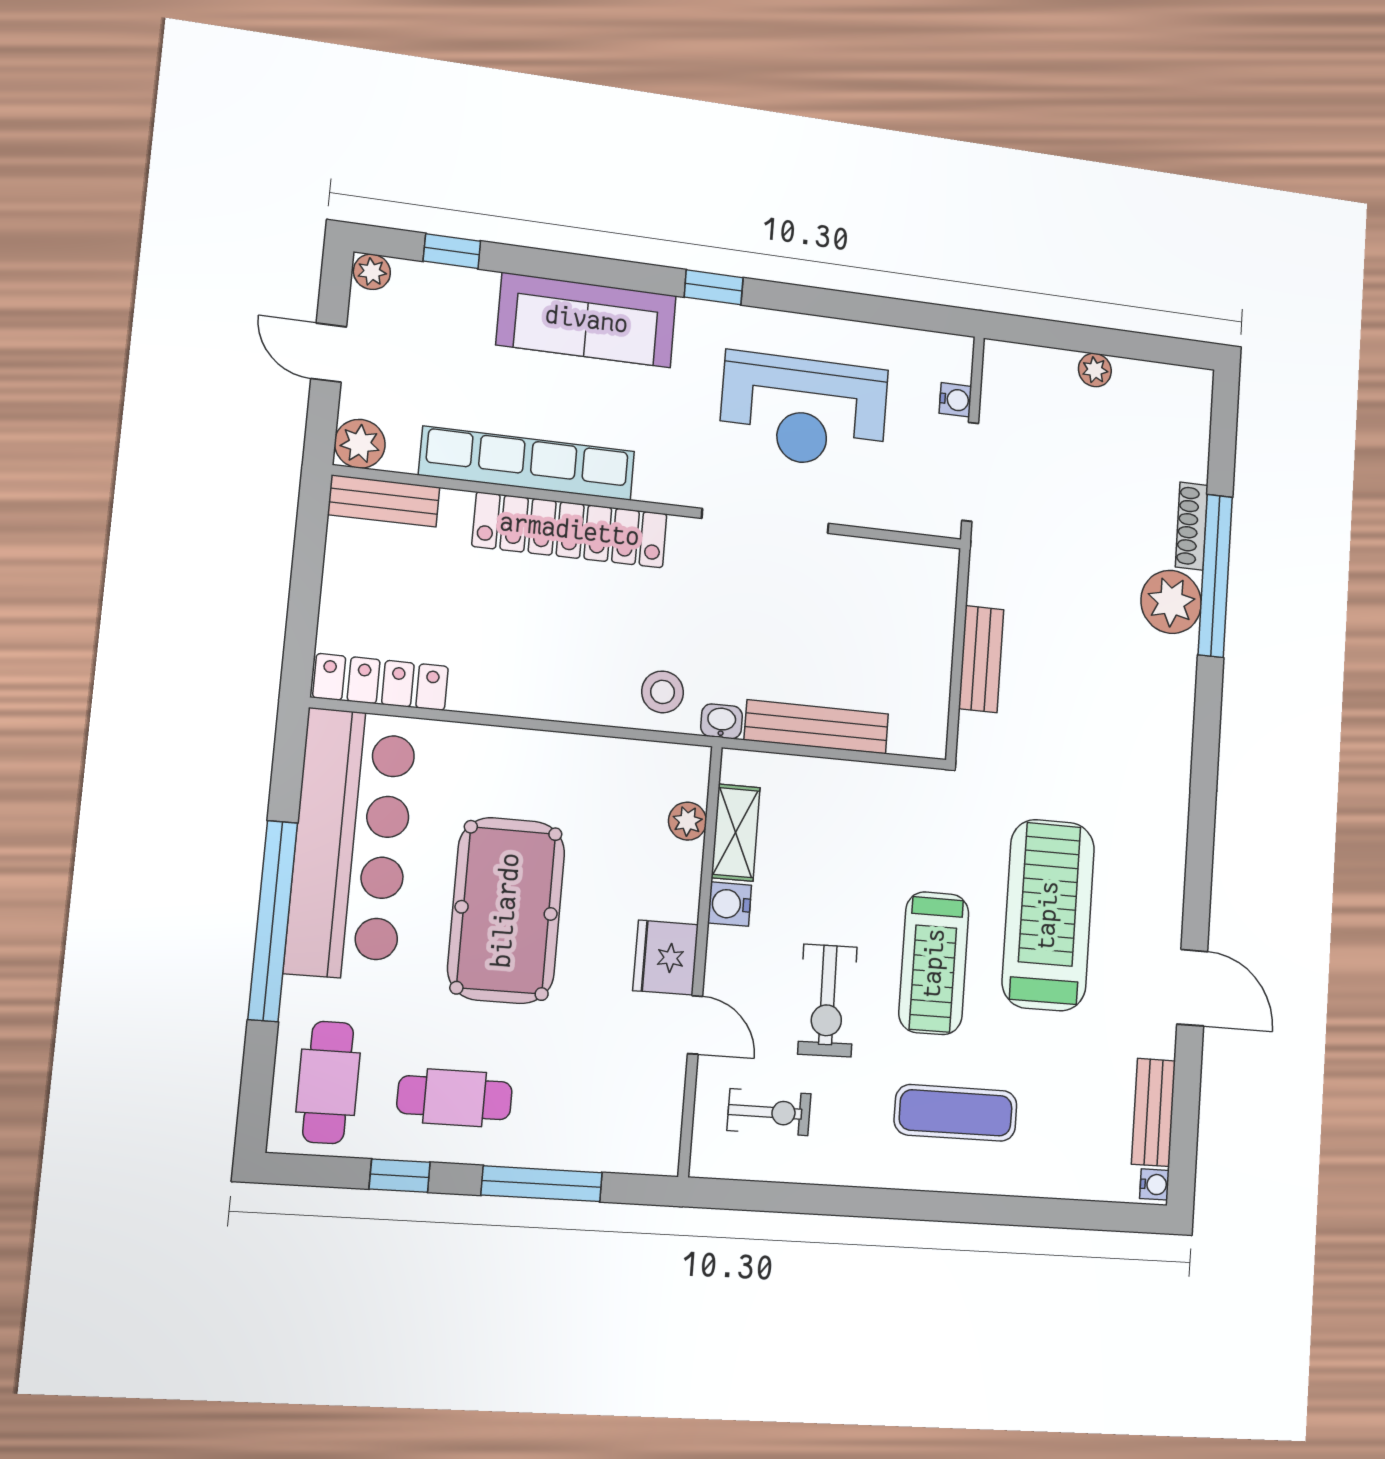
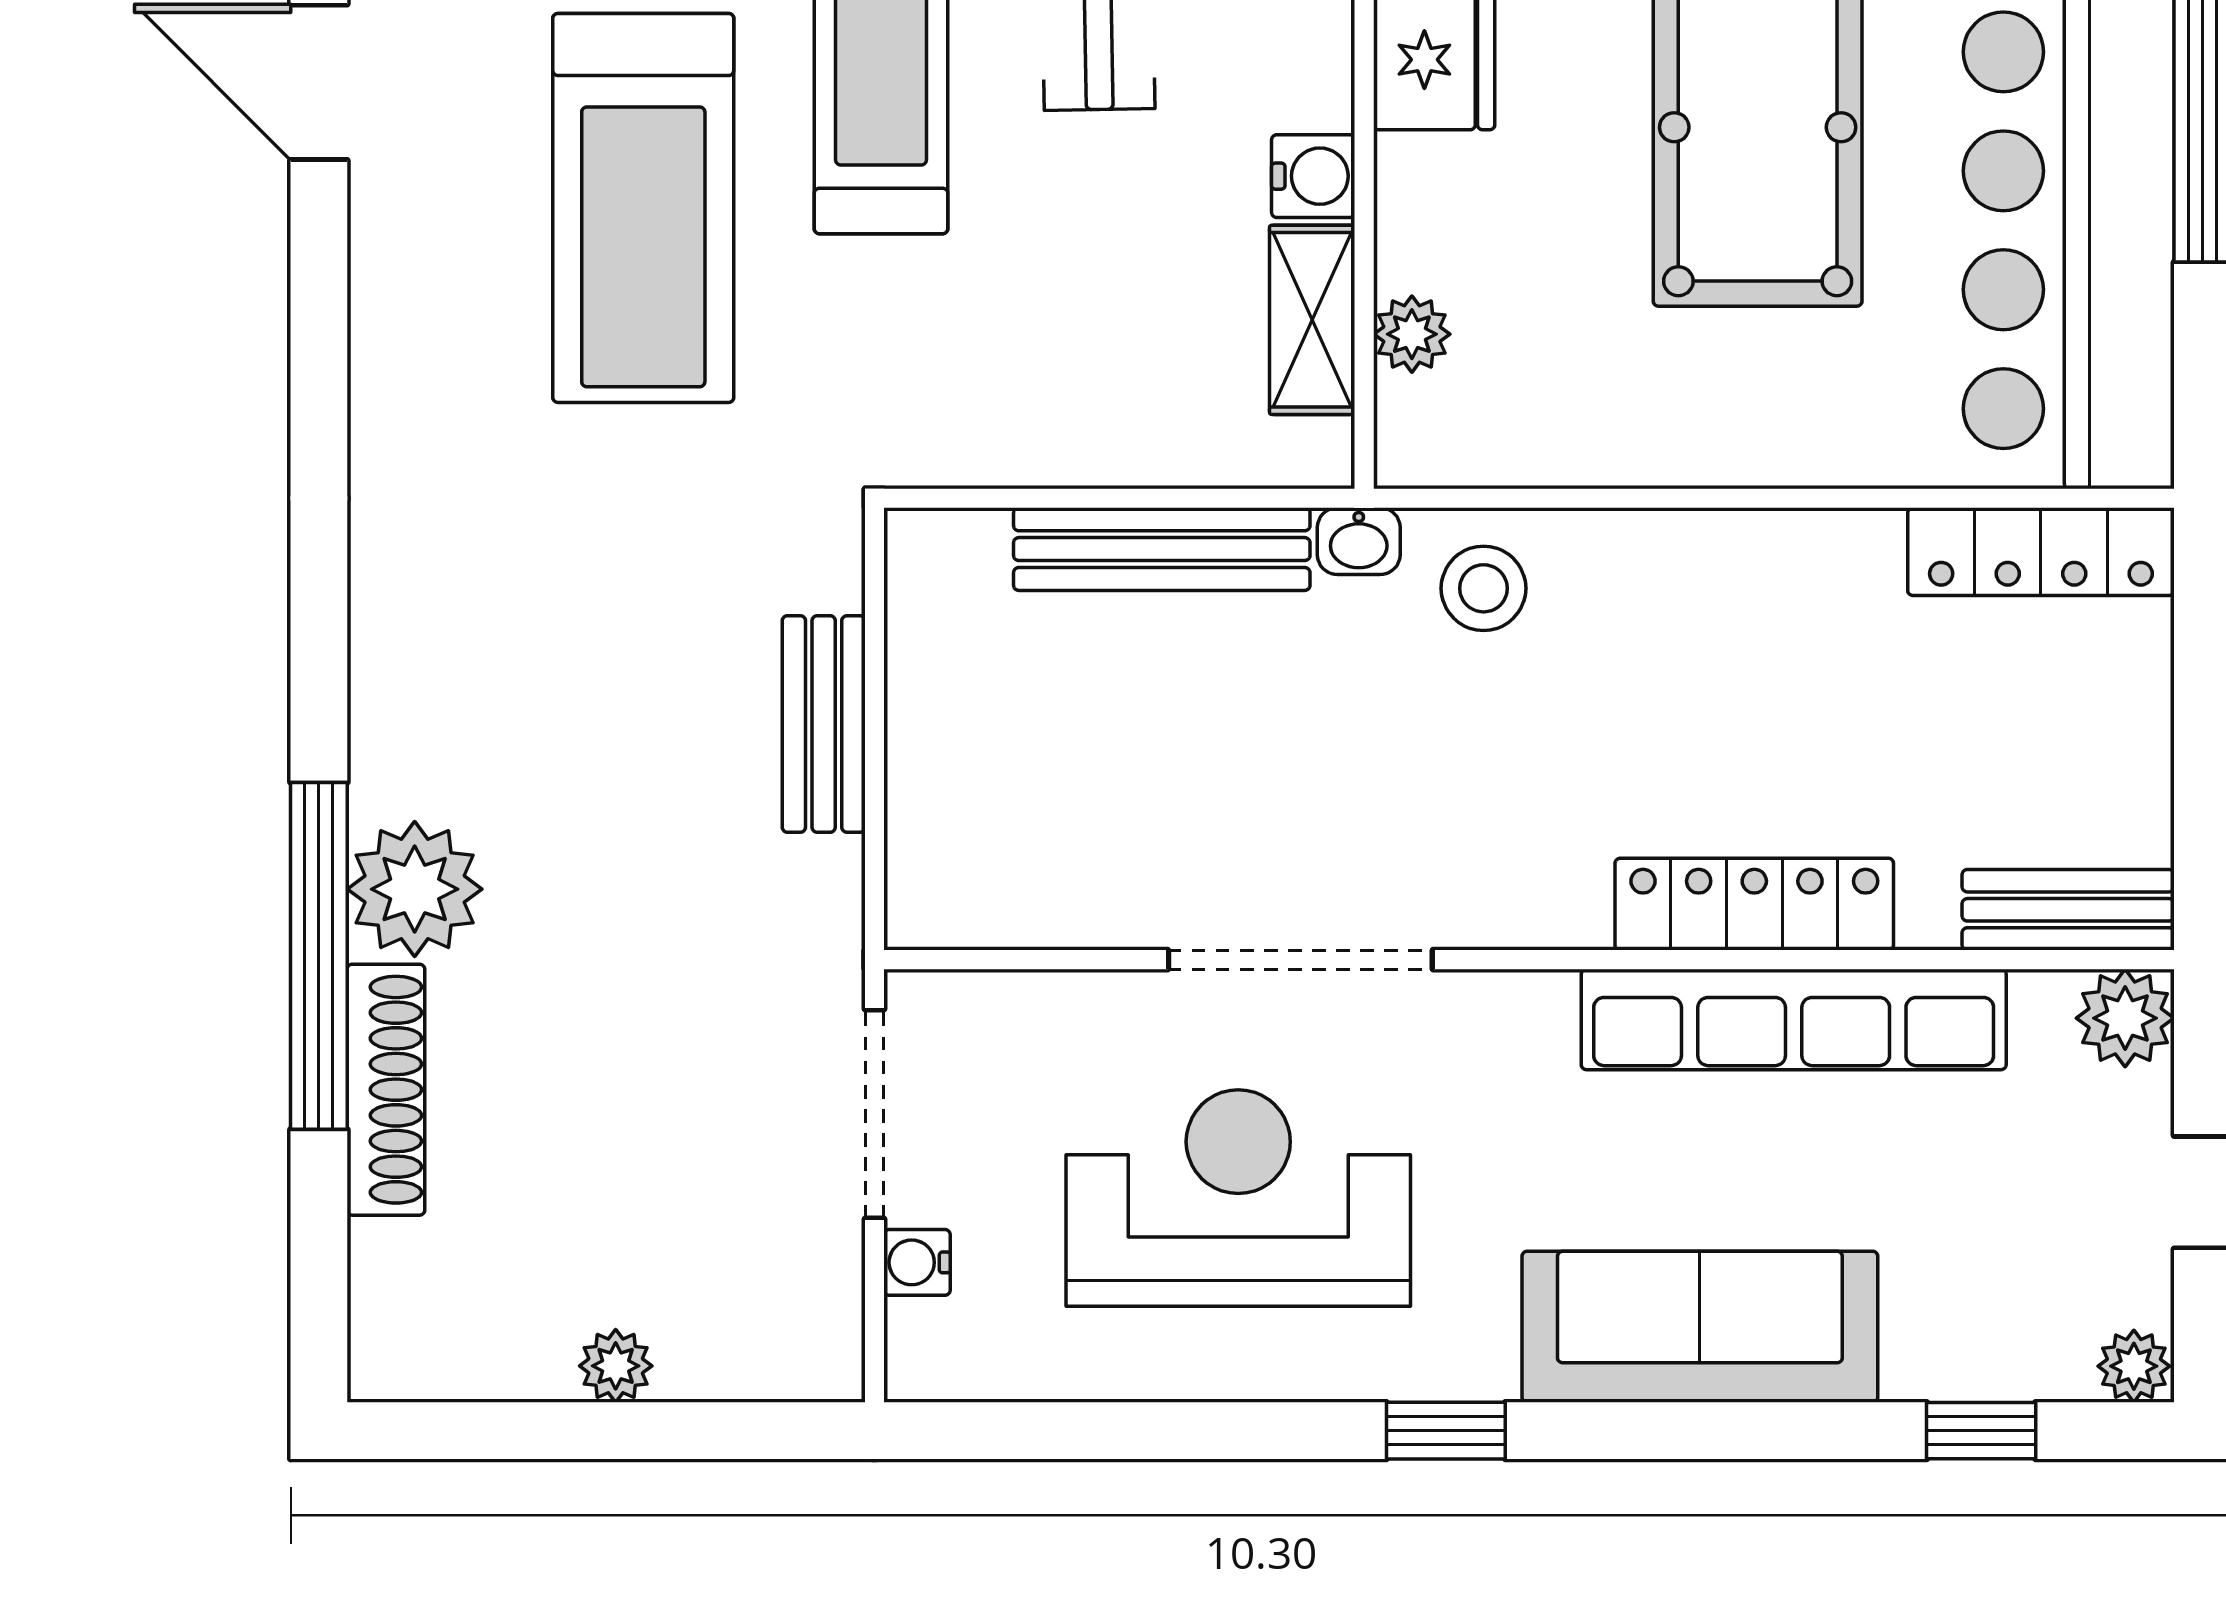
shoe rack: (1192, 526) -> (386, 1090), width x1.36, depth x1.24
locker: (570, 530) -> (1754, 904), width x0.71, depth x0.83

